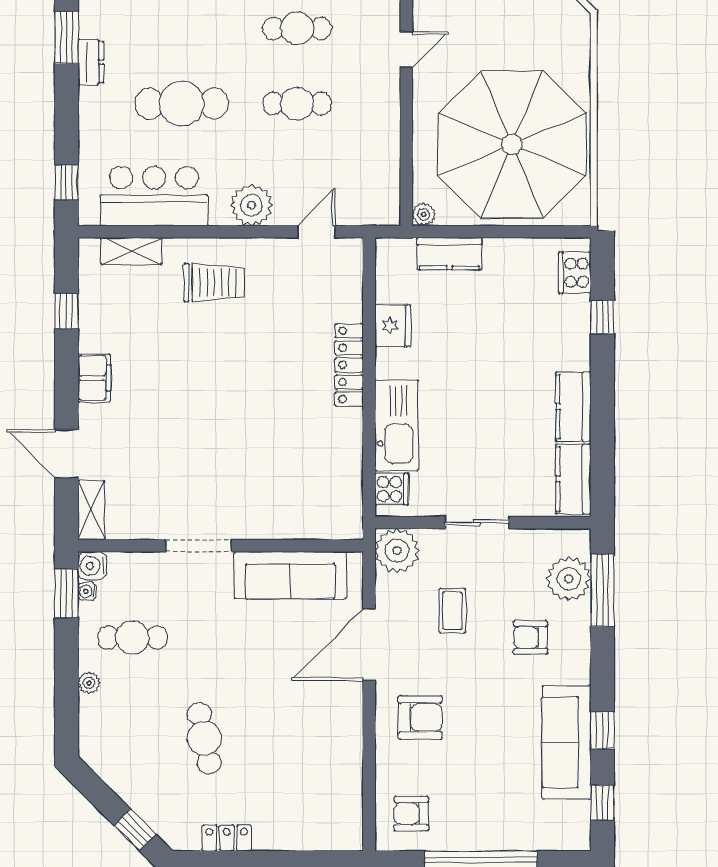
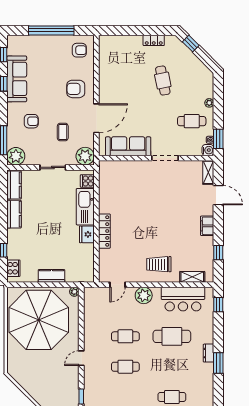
kitchen counter: (449, 254) -> (51, 276), moved
fridge: (393, 326) -> (87, 234), moved
plant: (569, 579) -> (16, 156), moved

